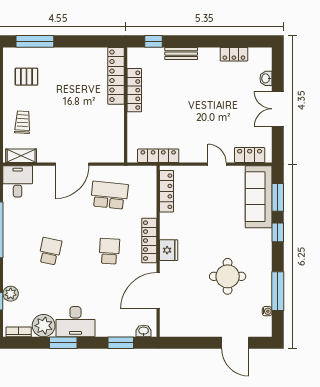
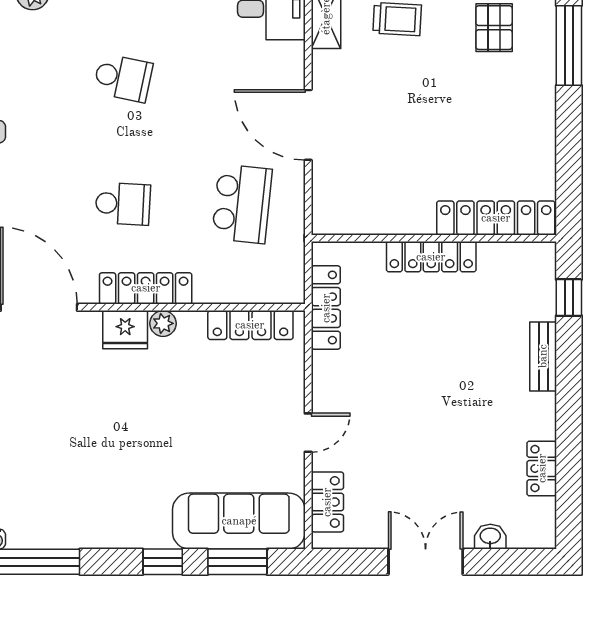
locker: (134, 90) -> (431, 257), moved
plant: (166, 232) -> (163, 323), added
round table: (228, 276) -> (69, 455), removed

